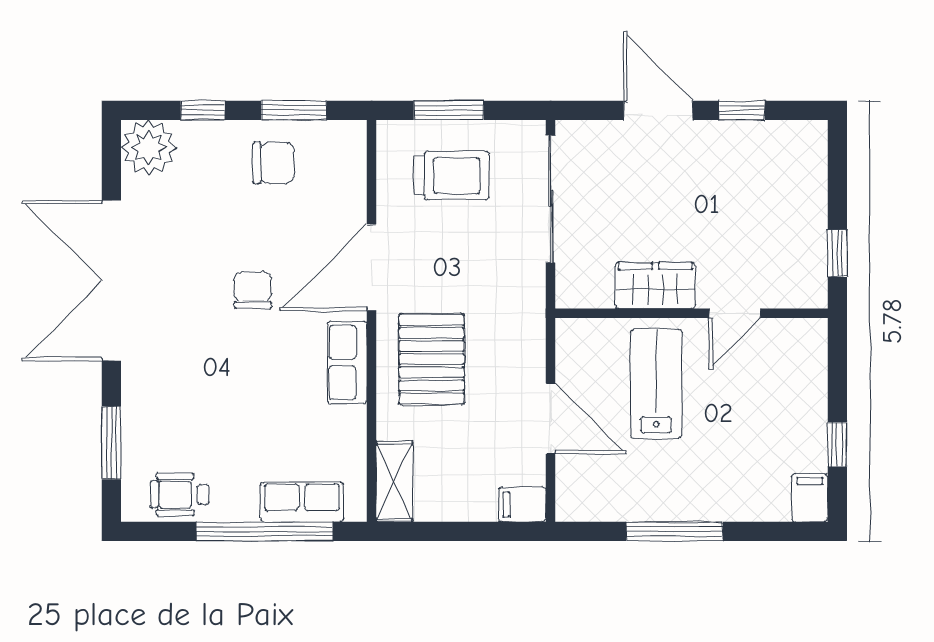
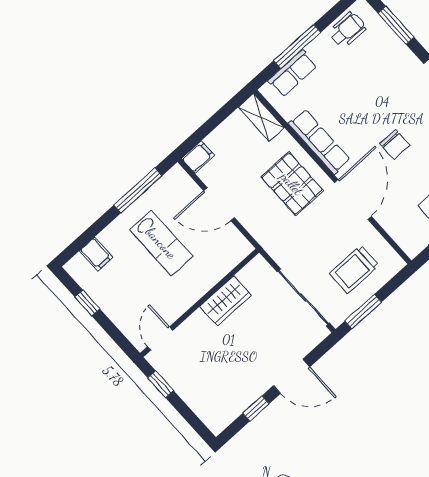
window: (449, 110) -> (363, 312), moved
door: (735, 313) -> (160, 339), moved
row of seats: (347, 362) -> (319, 142), width x1.48
lab bench: (656, 384) -> (161, 243), moved
filing cabinet: (810, 498) -> (96, 254), moved
window: (264, 531) -> (297, 46), width x0.68
window: (674, 531) -> (138, 190), moved

